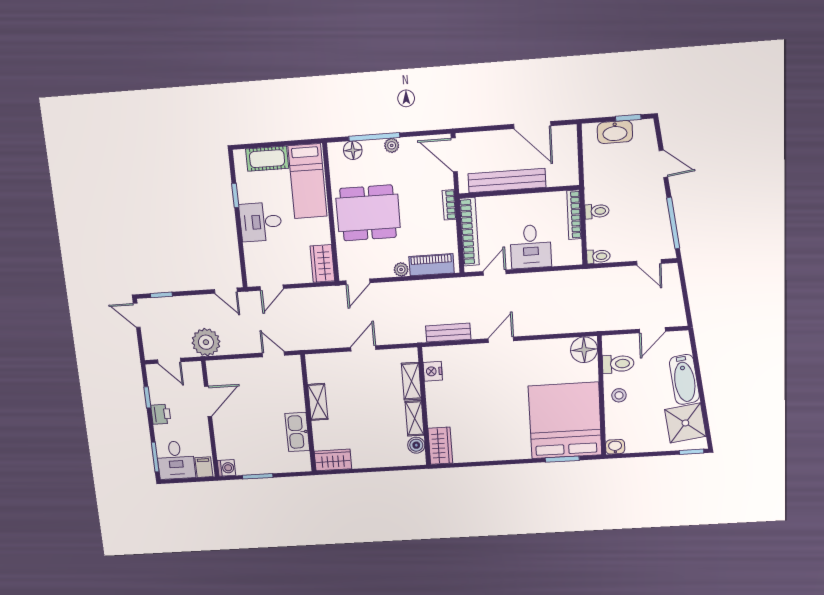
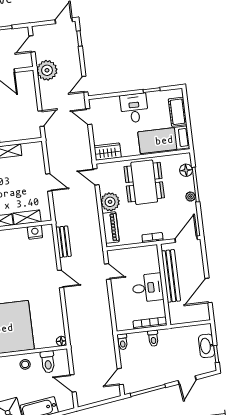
bookcase: (469, 232) -> (135, 252), removed
desk: (531, 247) -> (148, 288), moved, turned 180
plant: (401, 269) -> (110, 202), width x1.87, depth x1.87
floor lamp: (584, 350) -> (61, 341), width x0.53, depth x0.53

